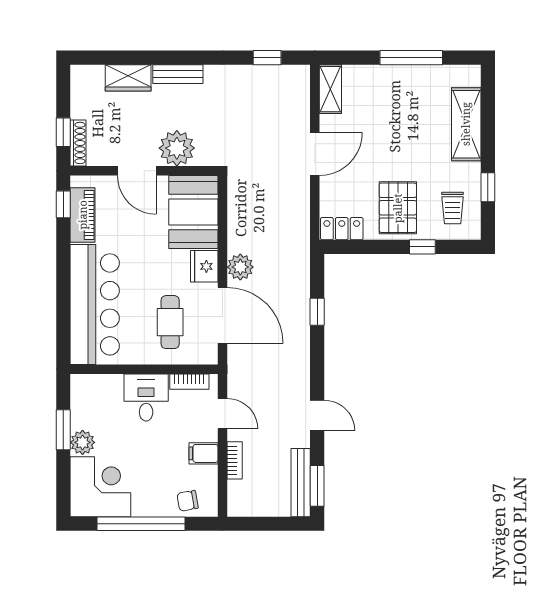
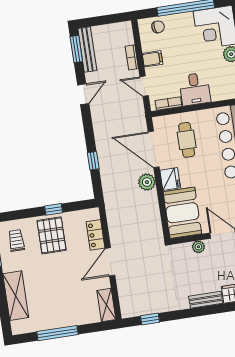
plant: (177, 148) -> (198, 247), width x0.53, depth x0.53
locker: (342, 229) -> (96, 235), moved, turned 90
window: (422, 247) -> (54, 209), moved
door: (317, 415) -> (83, 94), swing flipped

